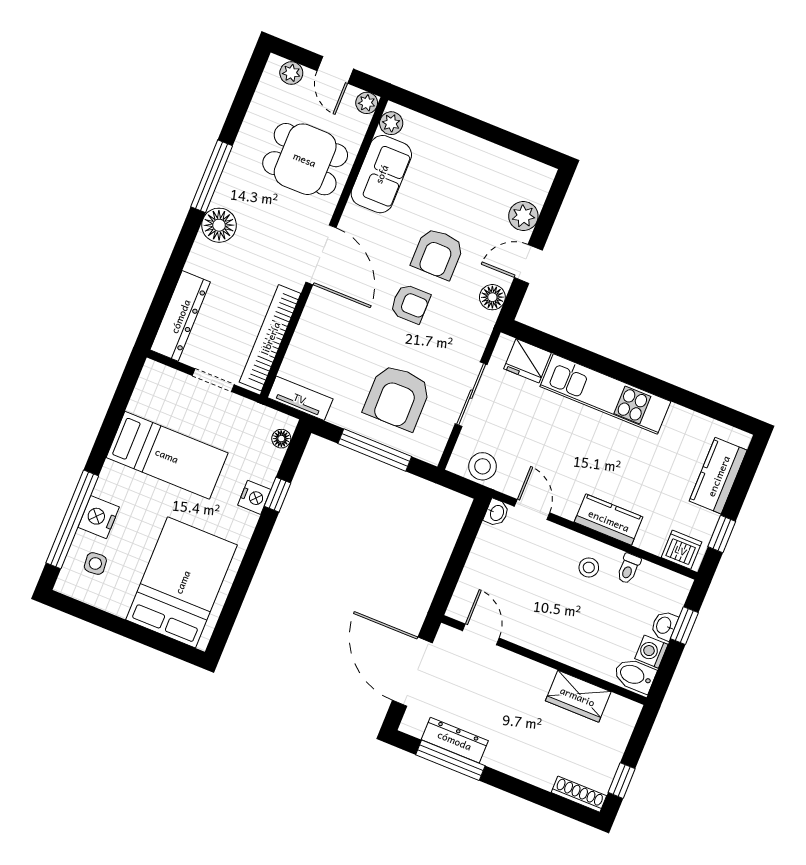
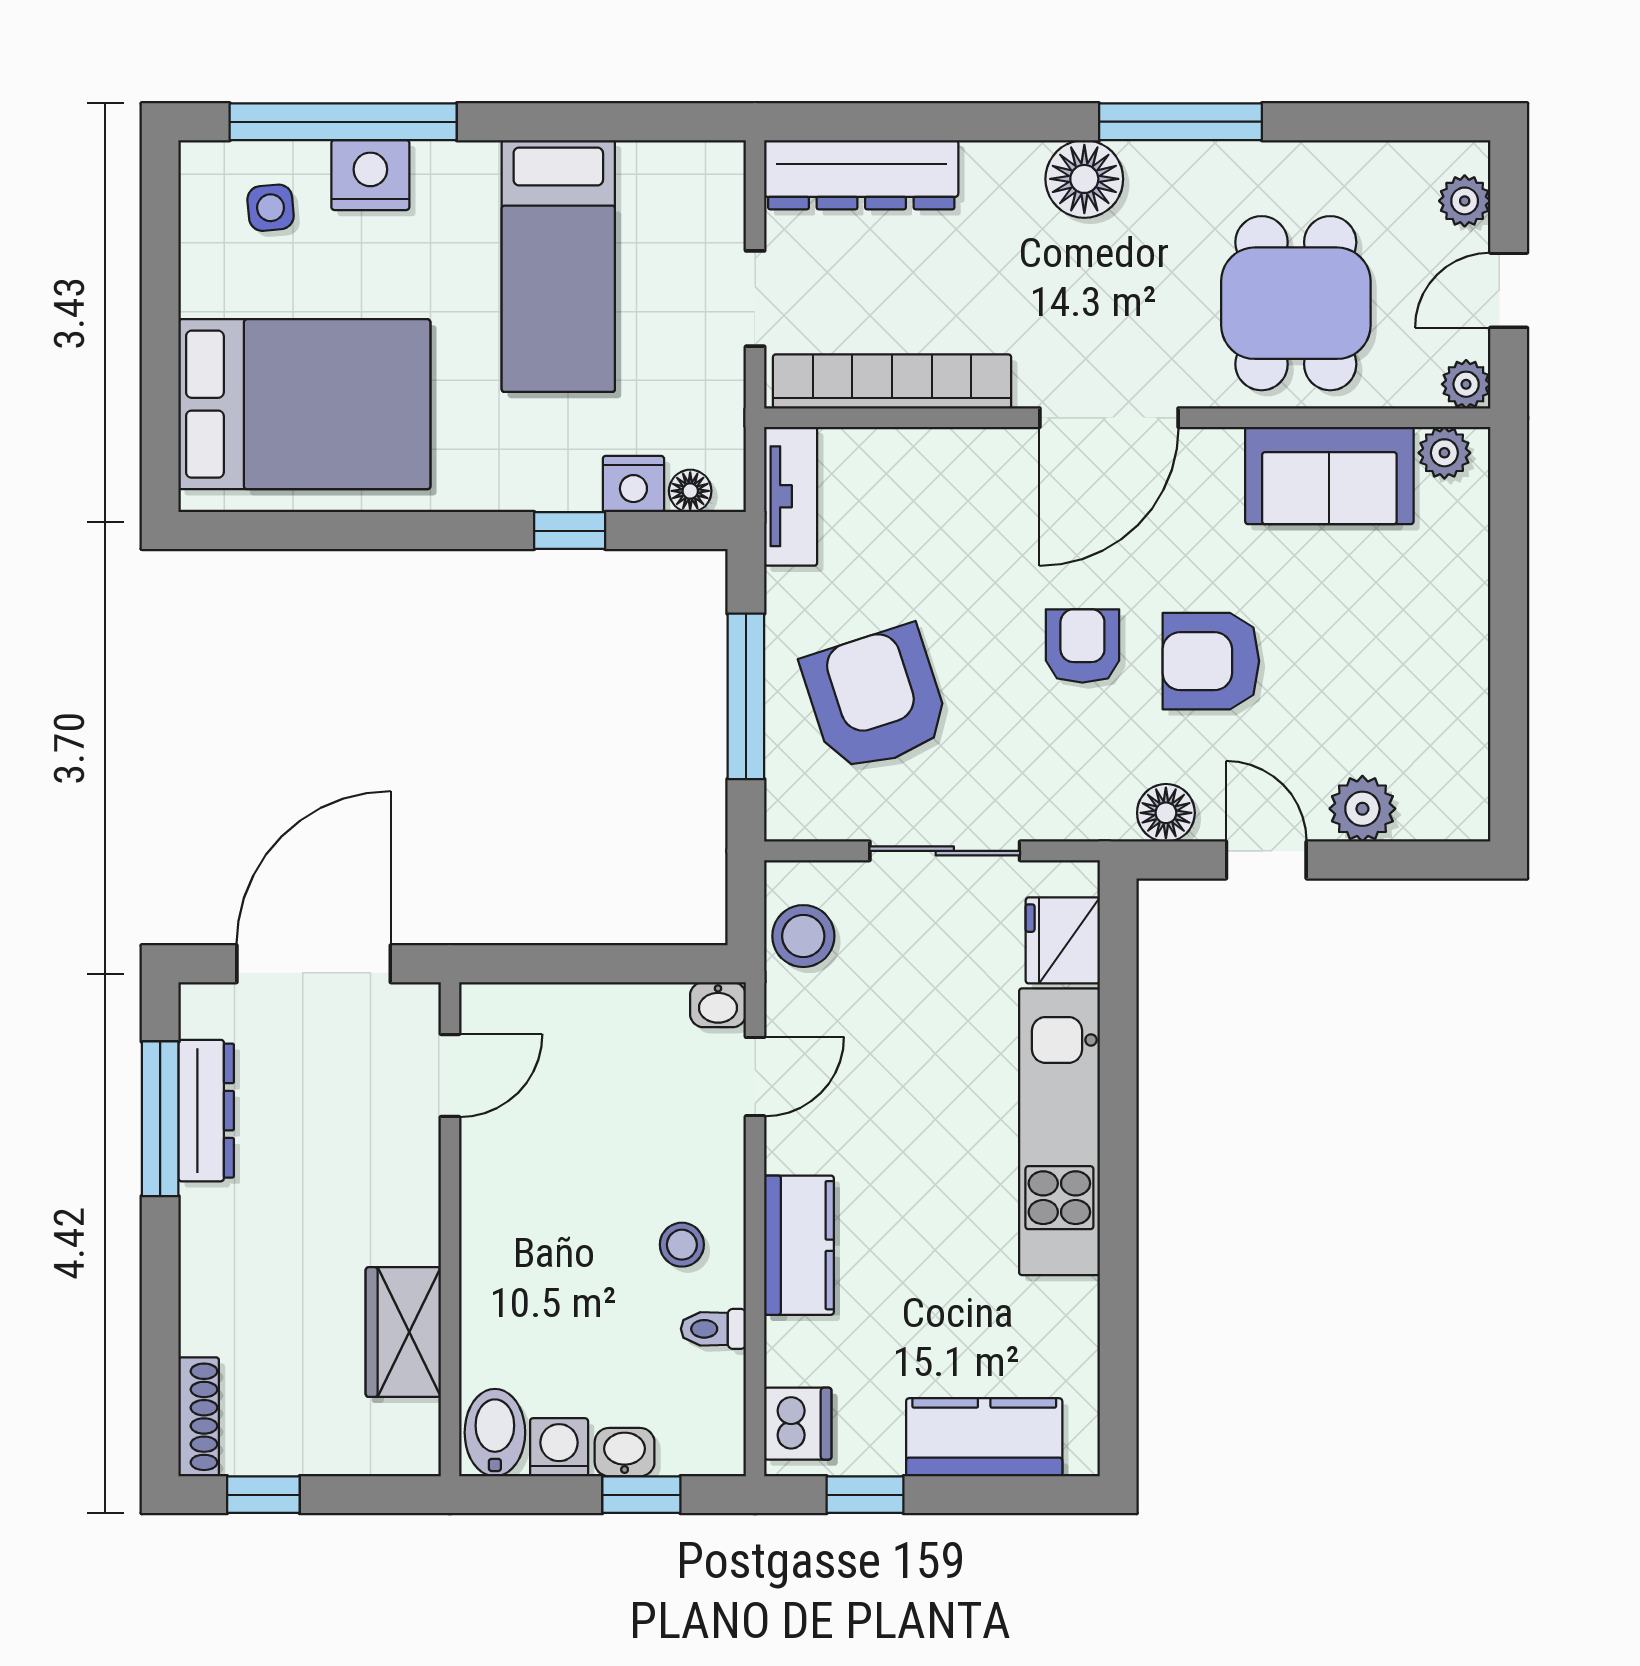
armchair: (410, 304) -> (1082, 646), turned 180
armchair: (397, 397) -> (876, 699), turned 72
nightstand: (254, 497) -> (633, 484), moved

